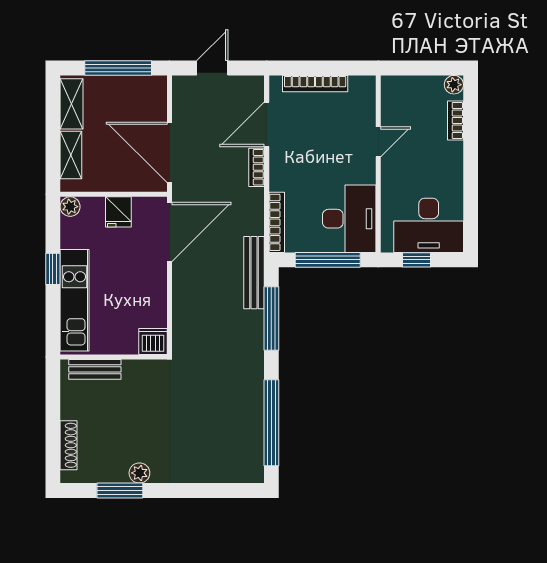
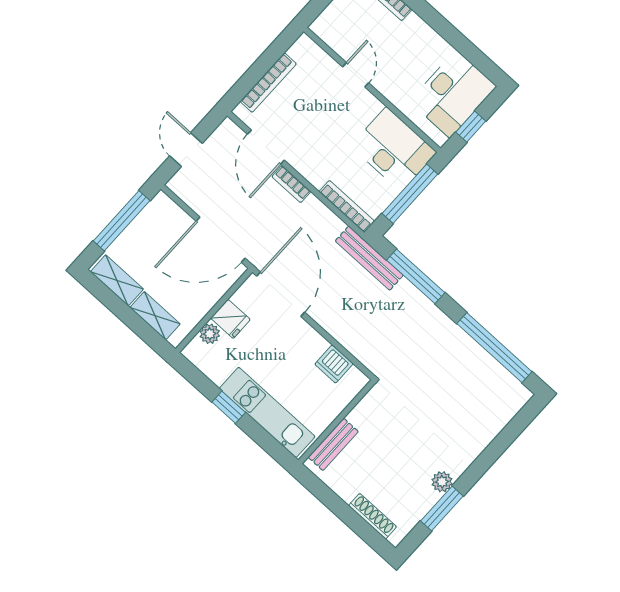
plant: (70, 207) -> (210, 334), moved
dishwasher: (153, 341) -> (334, 364), moved, turned -90

